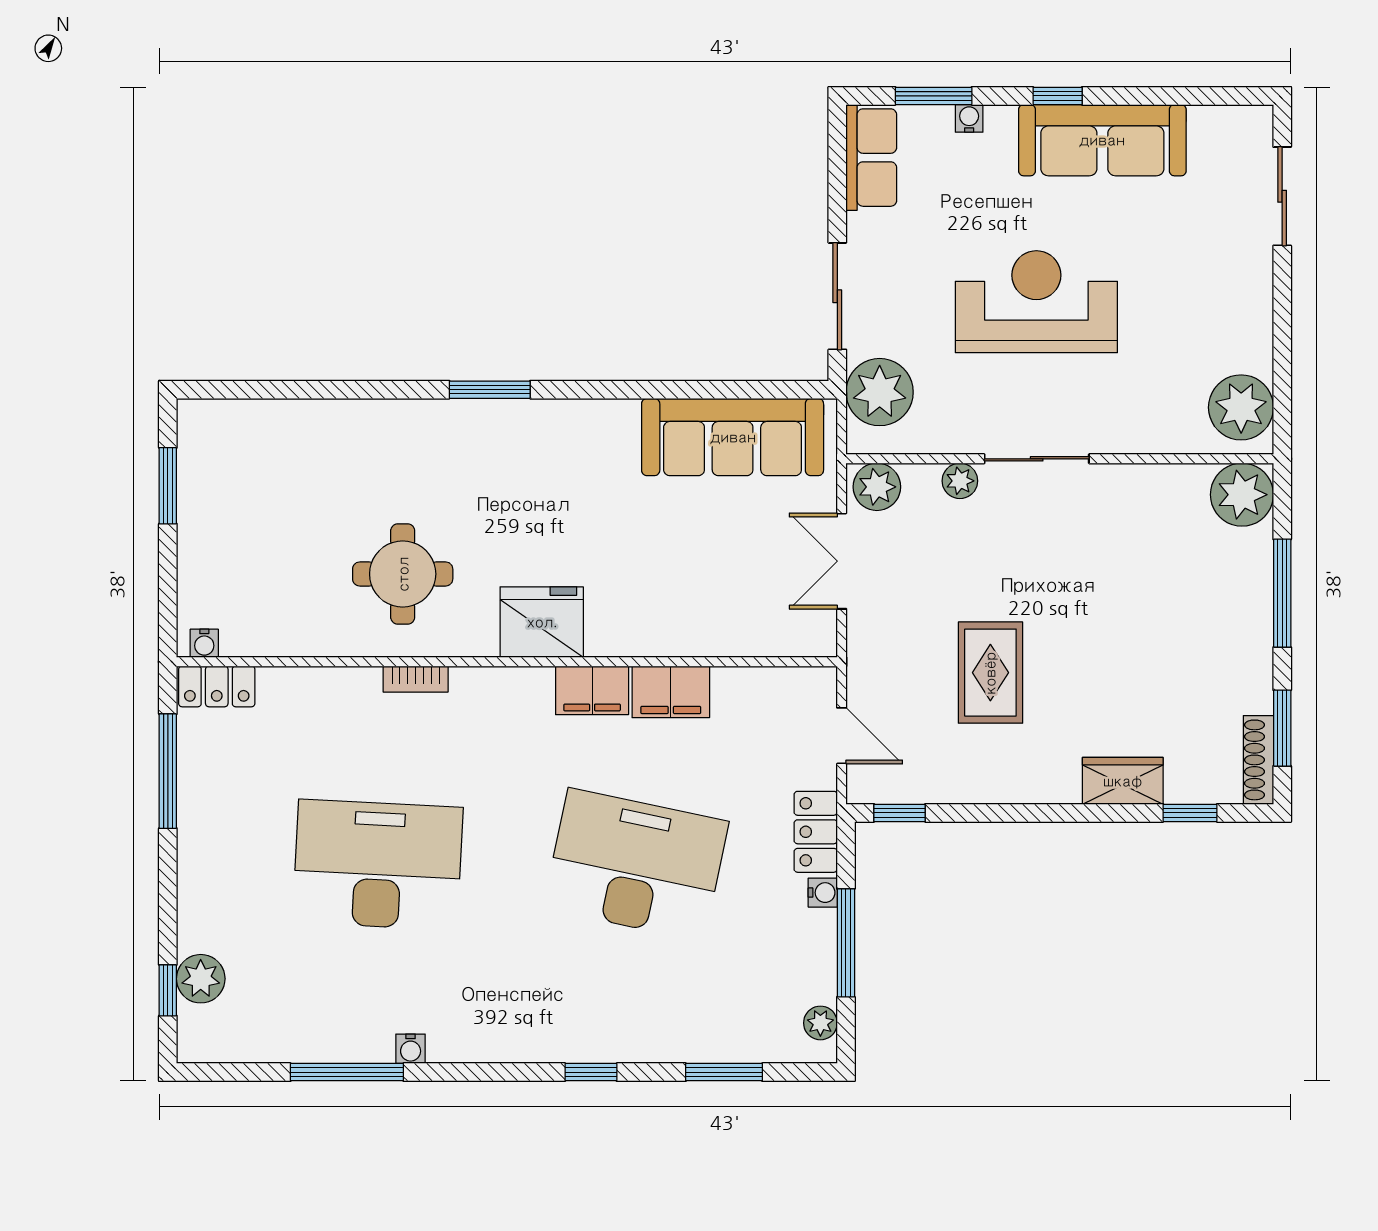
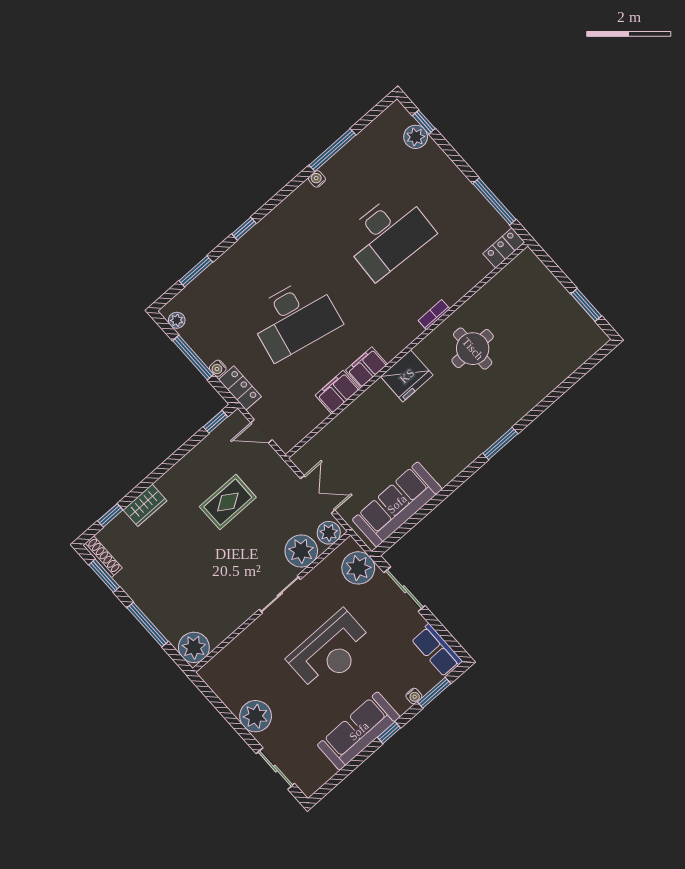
plant: (1241, 407) -> (256, 716), moved
plant: (960, 481) -> (301, 551), width x1.88, depth x1.88
water cooler: (204, 643) -> (522, 260), removed
rug: (990, 673) -> (228, 502), turned 90

